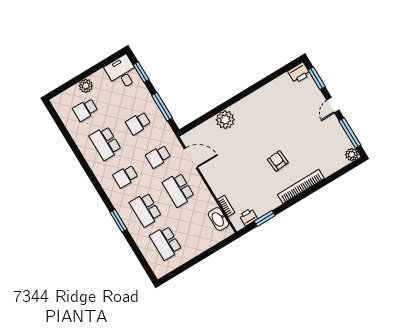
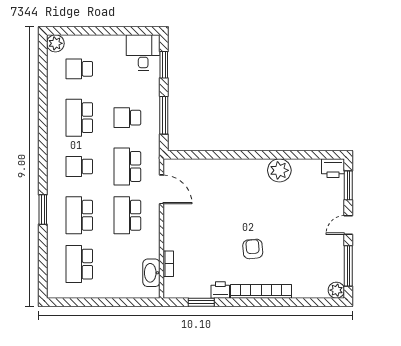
plant: (86, 86) -> (55, 43), moved
plant: (225, 120) -> (279, 170), moved
school desk: (158, 156) -> (127, 166), width x1.85
printer: (248, 217) -> (220, 290), moved

